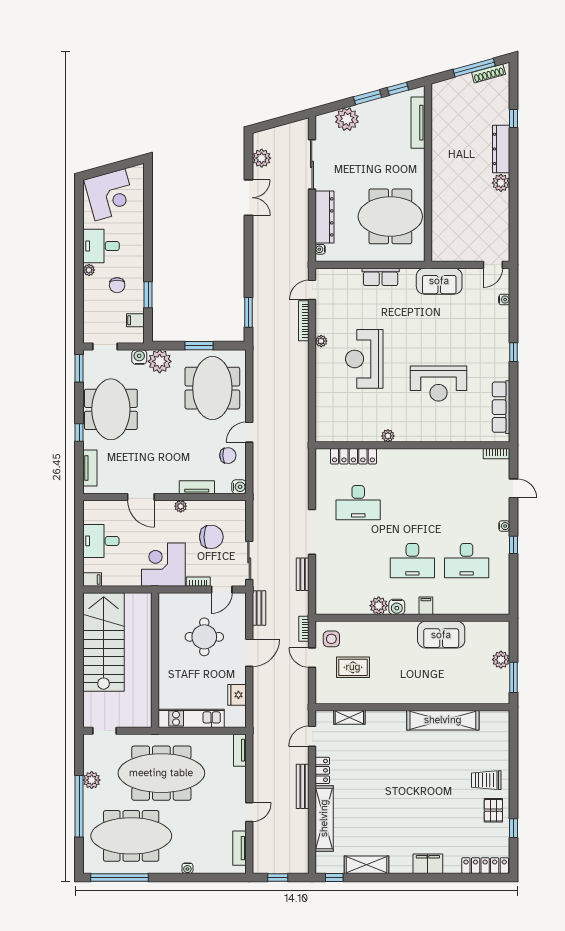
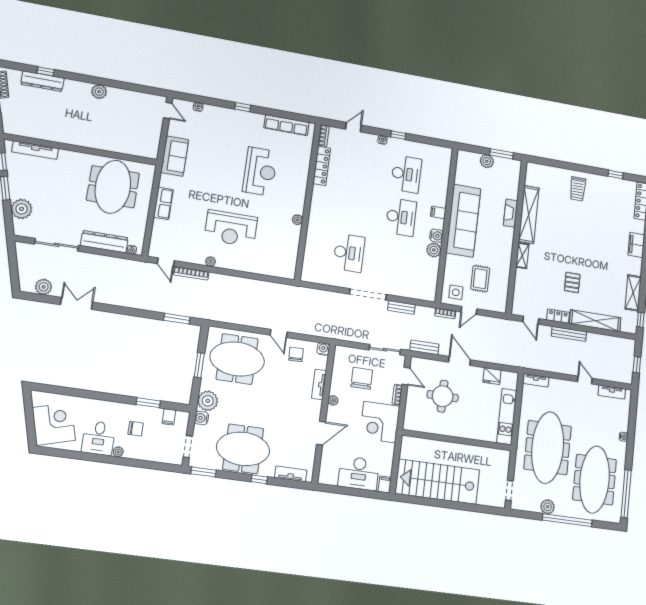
dresser: (501, 149) -> (42, 81), moved
locker: (353, 456) -> (322, 166), moved
desk: (101, 541) -> (359, 473), width x1.37
sofa: (441, 635) -> (463, 221), width x1.85, depth x1.27
fireplace: (441, 697) -> (510, 213), added
shelving: (349, 717) -> (522, 256), moved
pallet: (493, 810) -> (572, 283), moved, turned 90

